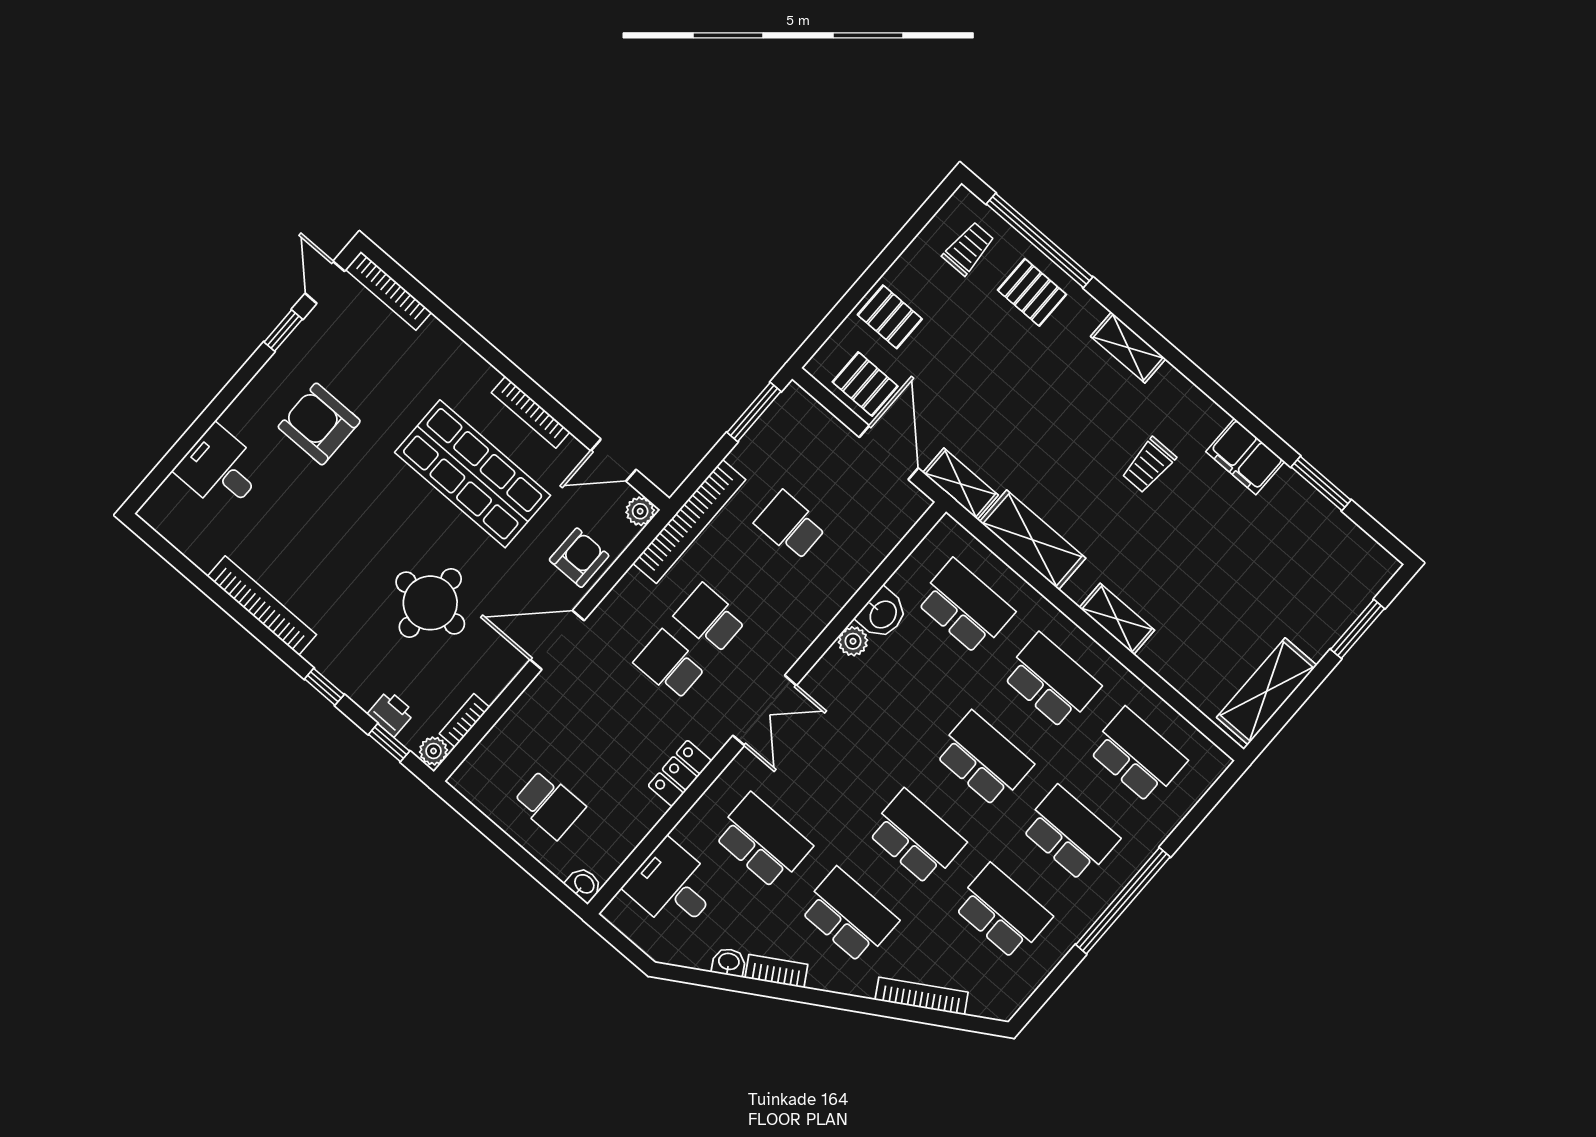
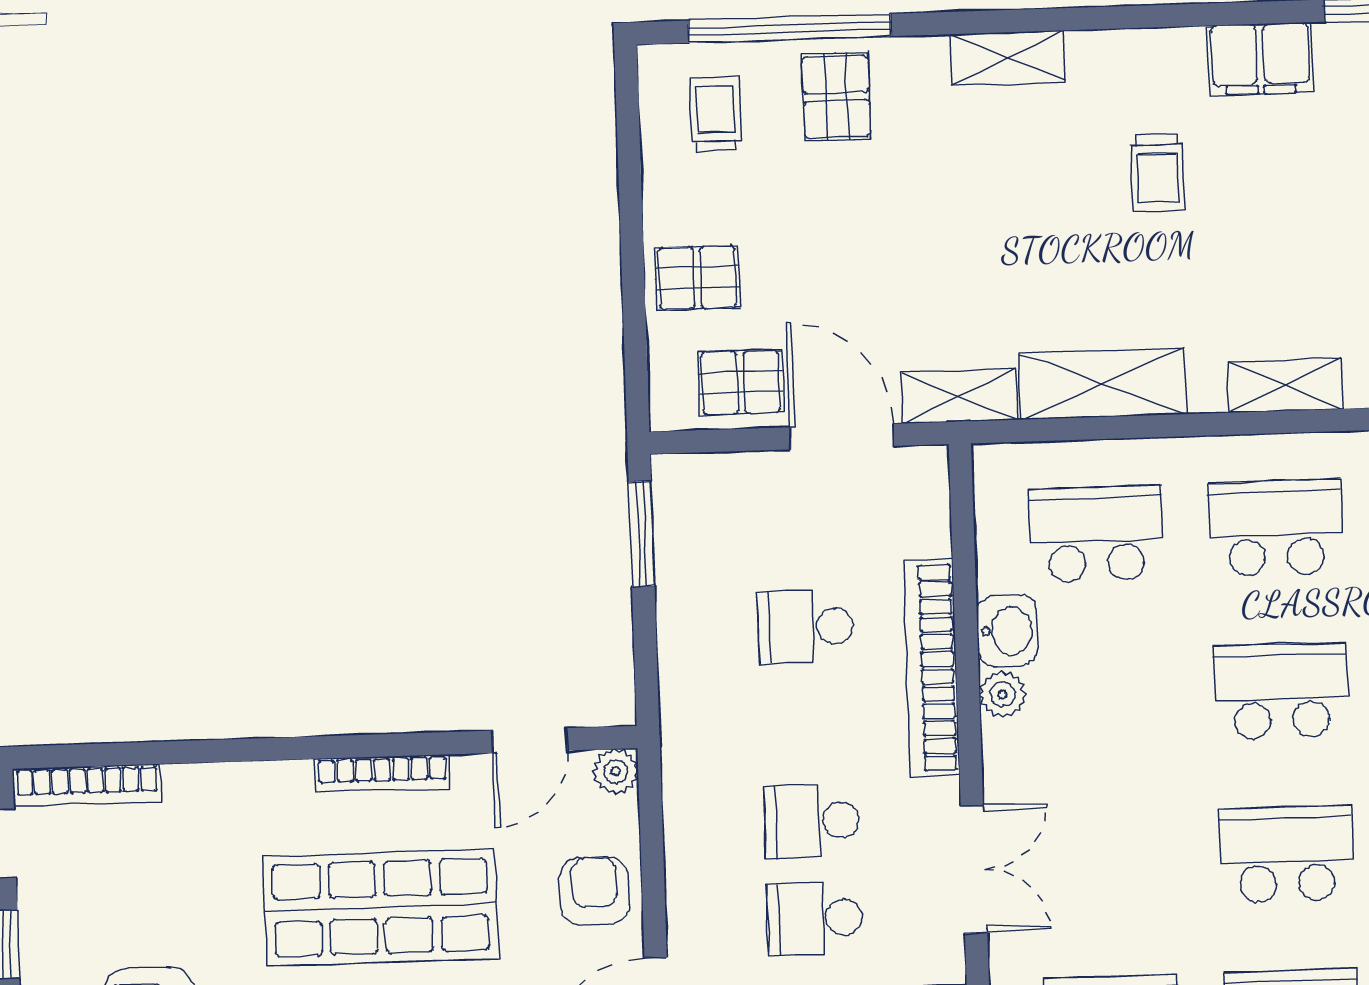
pallet: (1032, 292) -> (836, 97), turned 90
bookcase: (689, 521) -> (932, 668), moved, turned 180

